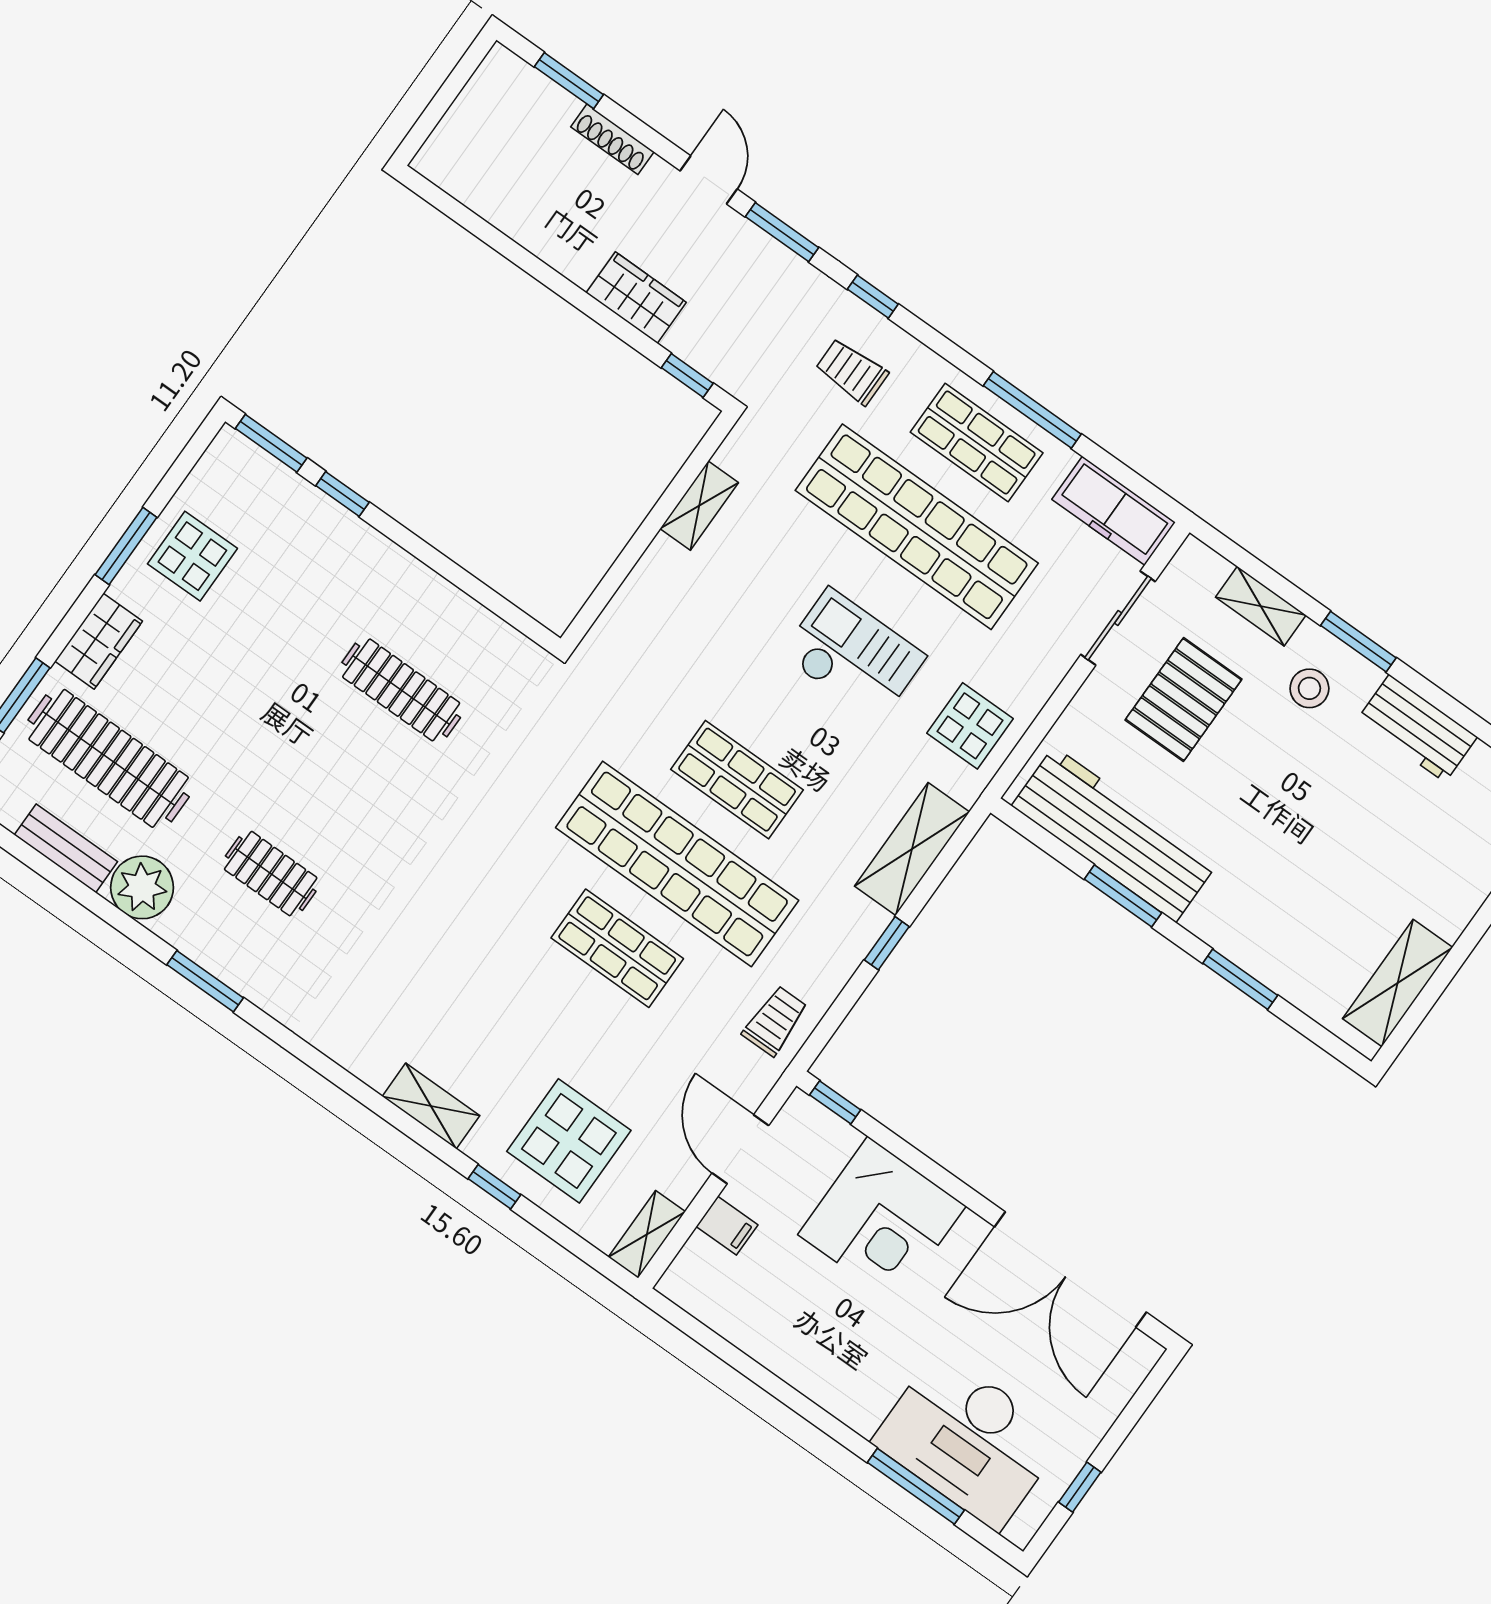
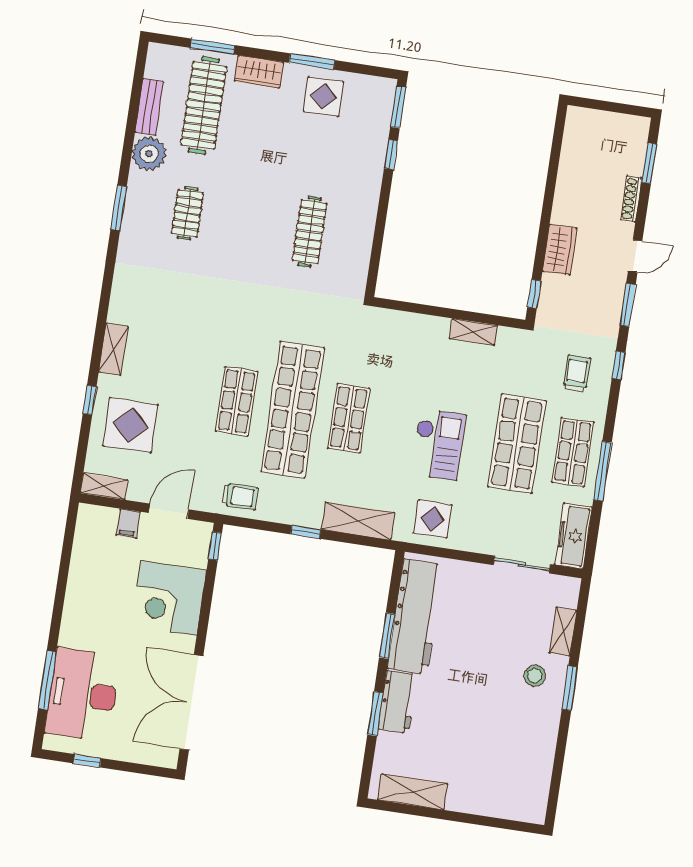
shop shelf: (917, 527) -> (517, 444), width x0.71
pallet: (1184, 700) -> (498, 617), removed
workbench: (1417, 728) -> (398, 702), moved, turned 180

